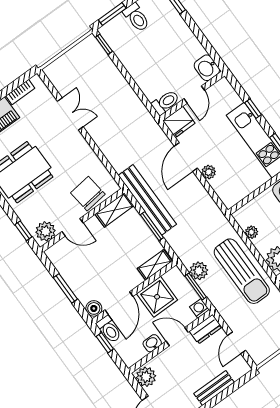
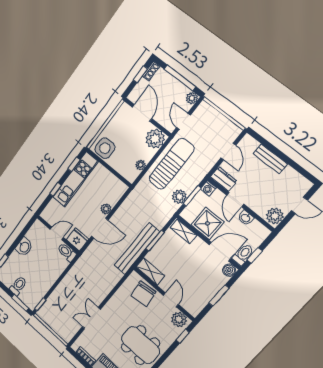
washbasin: (207, 68) -> (24, 247), moved
door: (237, 343) -> (228, 152), hinge flipped

